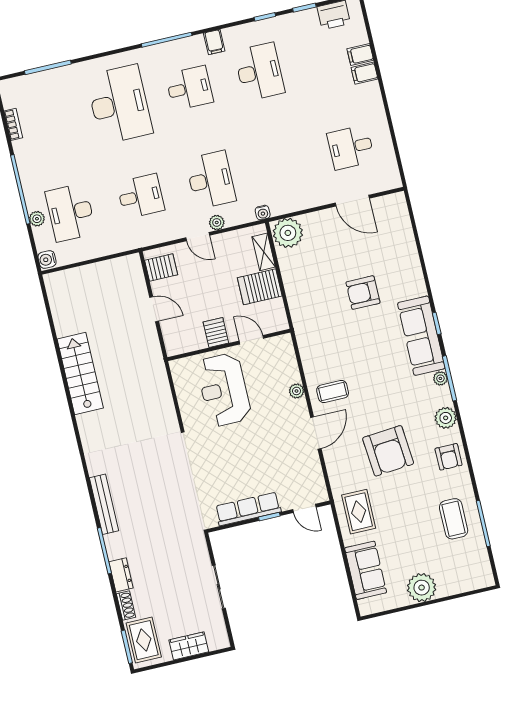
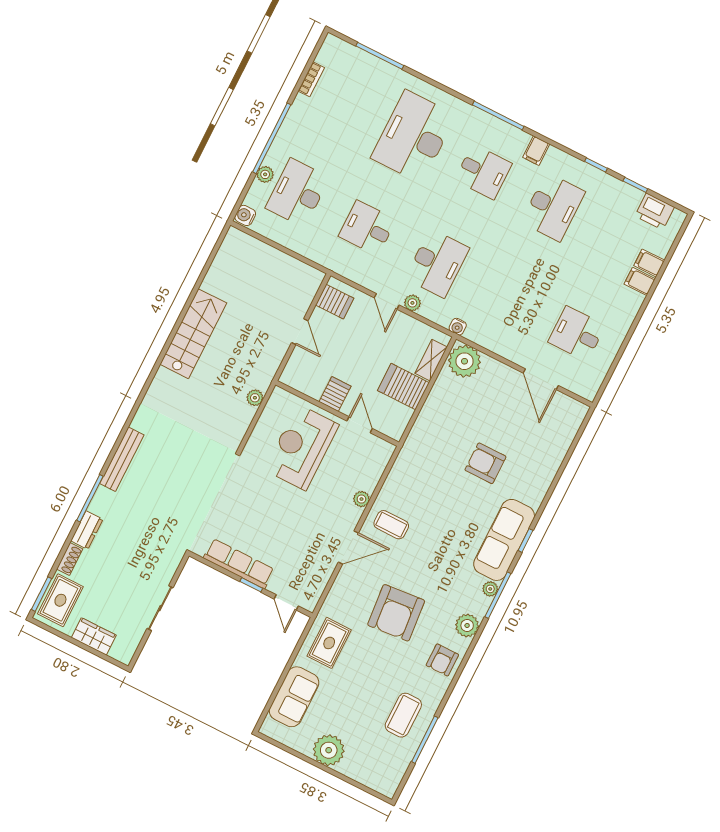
desk: (119, 104) -> (414, 136), turned 180
desk: (141, 196) -> (367, 228), turned 180
plant: (162, 382) -> (255, 398), added

